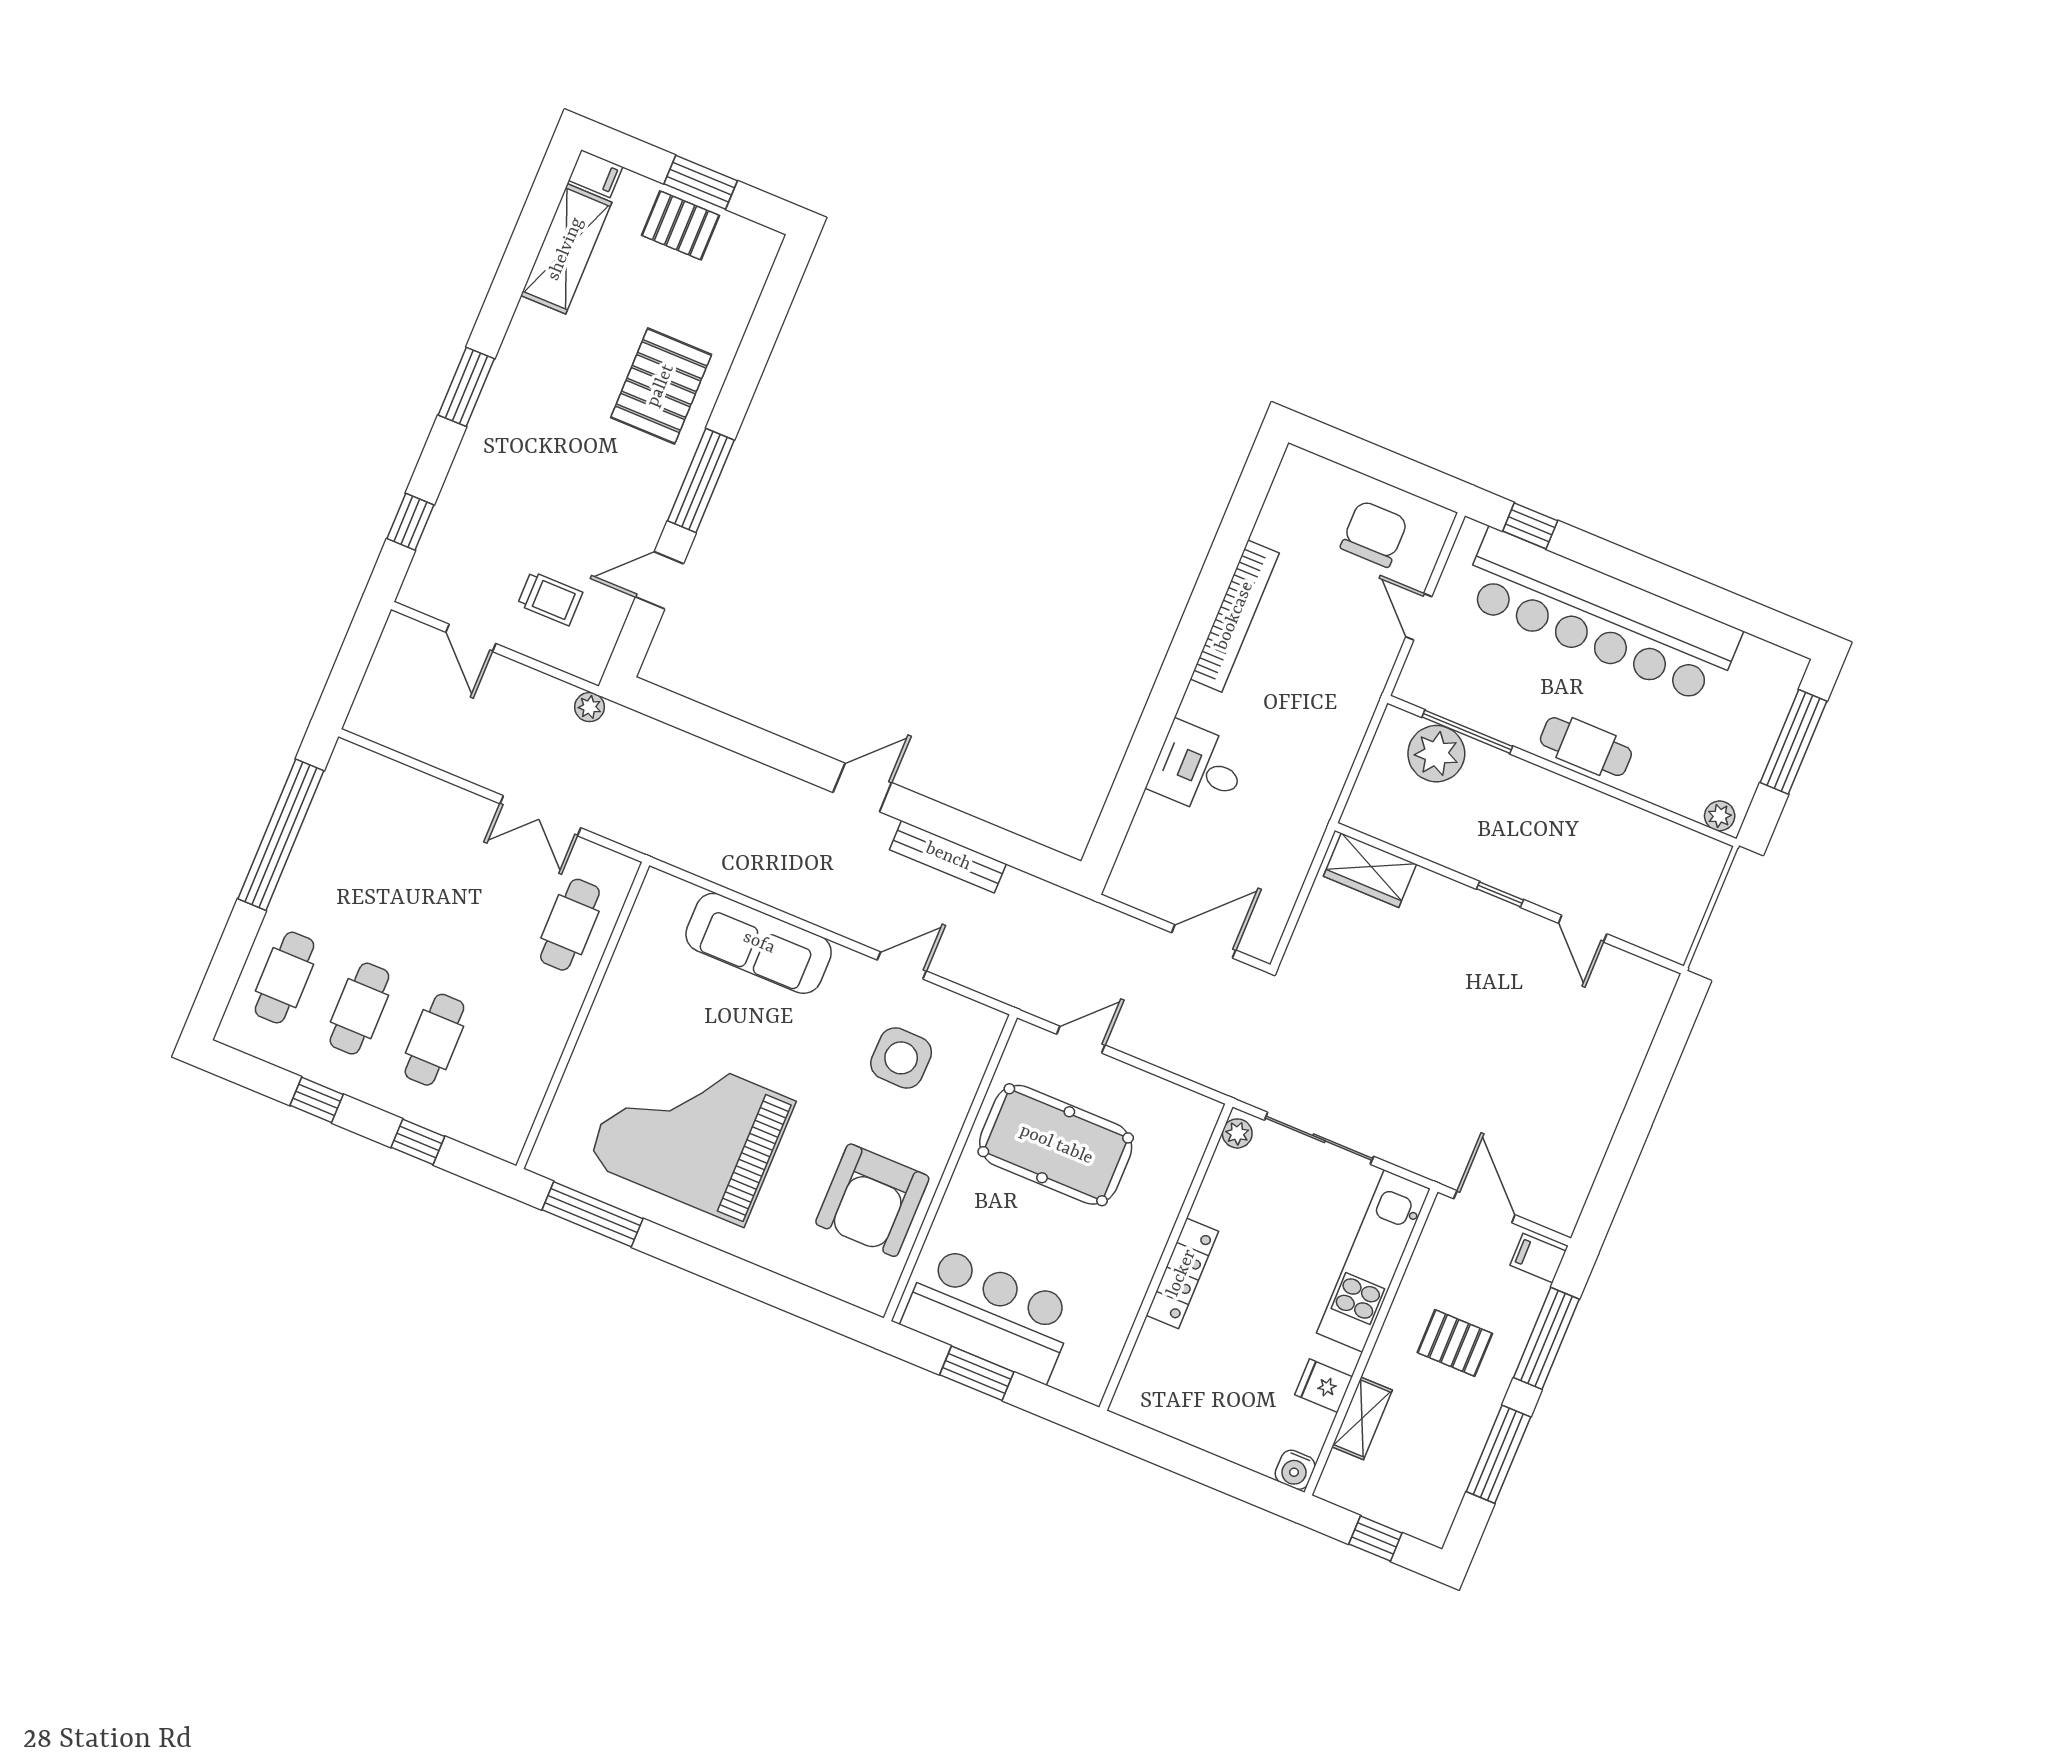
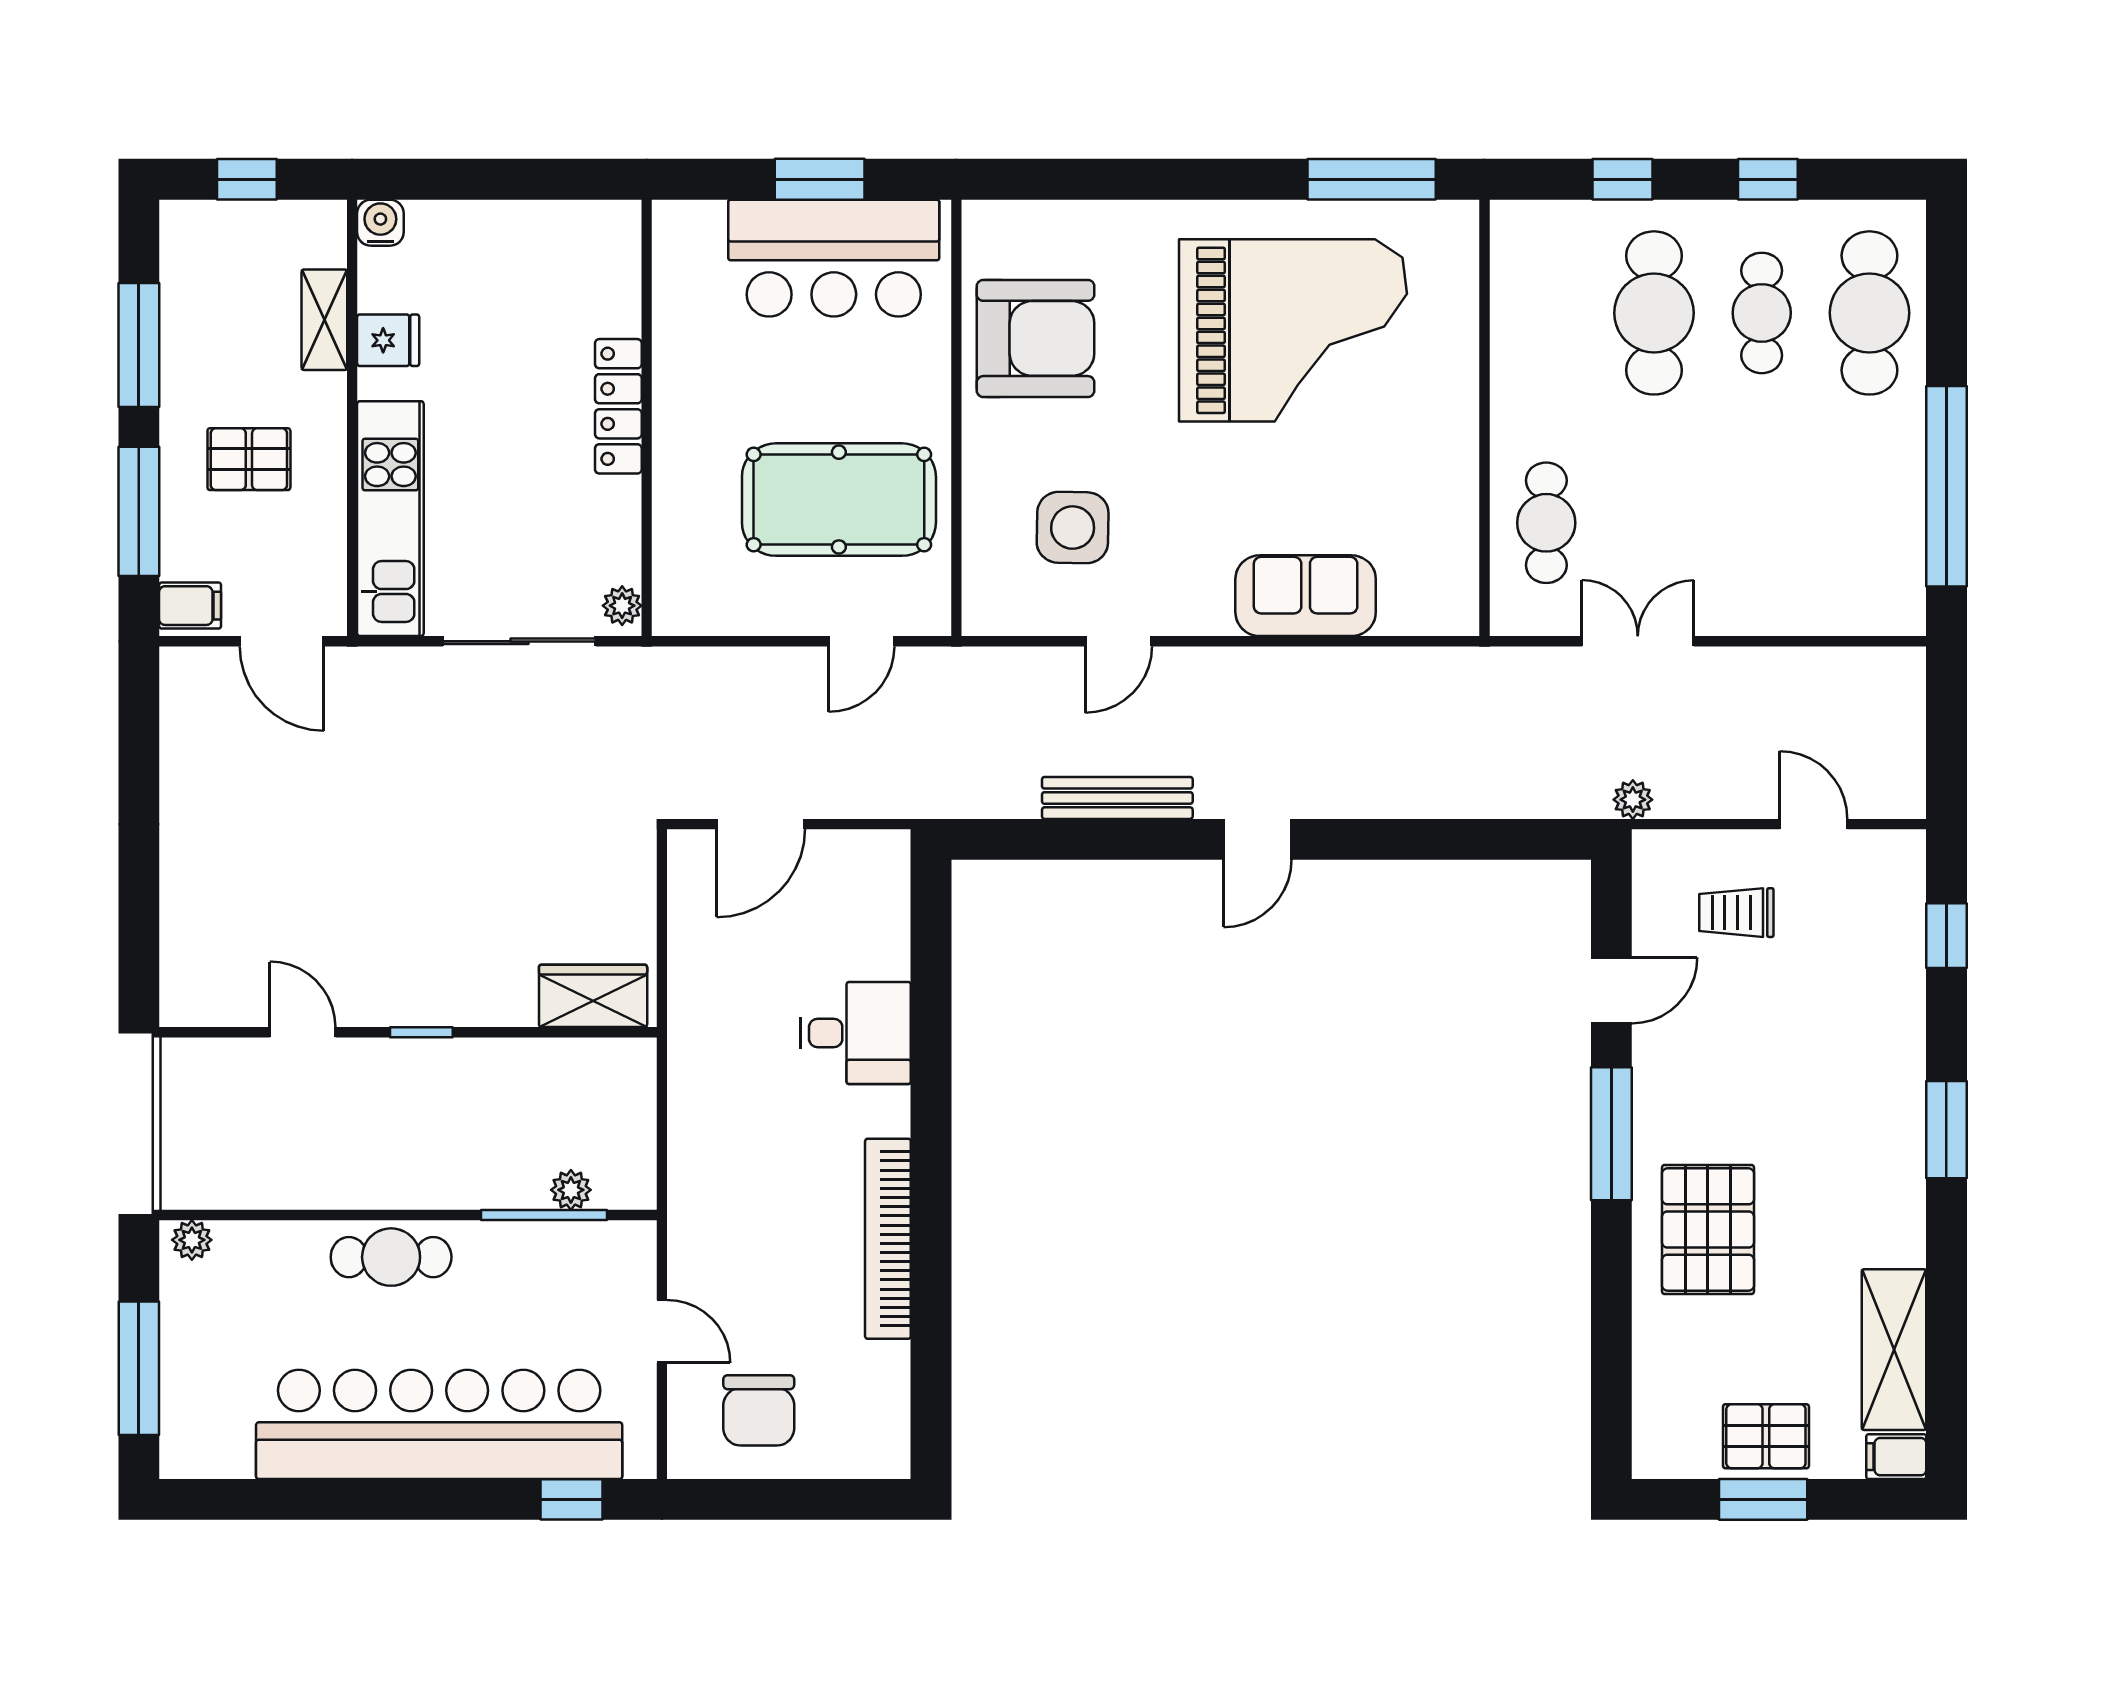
plant: (1436, 754) -> (571, 1190), width x0.53, depth x0.53
sofa: (759, 943) -> (1306, 596), width x0.73
cafe table: (284, 978) -> (1869, 313), width x1.37, depth x1.35
cafe table: (434, 1040) -> (1654, 313), width x1.37, depth x1.35
armchair: (872, 1200) -> (1036, 338), turned 90

